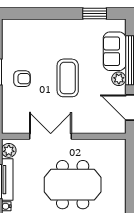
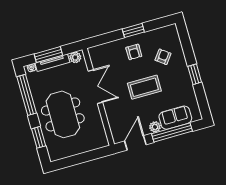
window: (95, 13) -> (195, 74), moved
armchair: (38, 45) -> (163, 57), added

